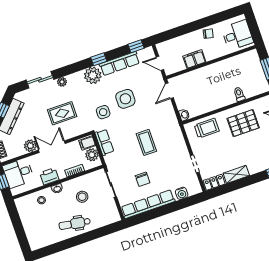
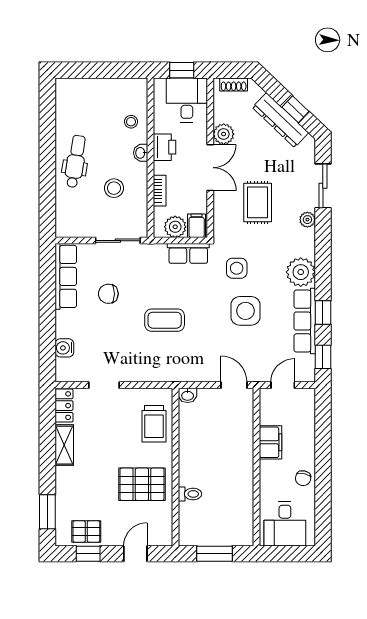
window: (99, 59) -> (323, 313), moved
pallet: (243, 123) -> (142, 484), turned 90
row of seats: (148, 204) -> (66, 276), width x0.73

